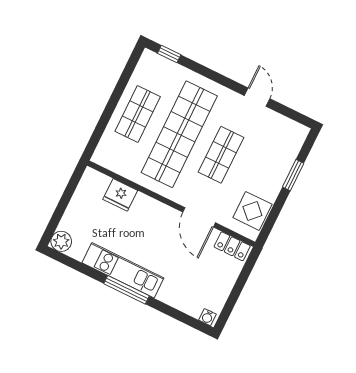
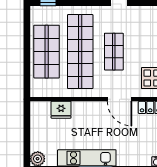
shop shelf: (138, 114) -> (47, 52), width x1.43, depth x1.36

